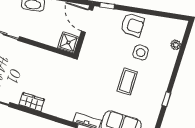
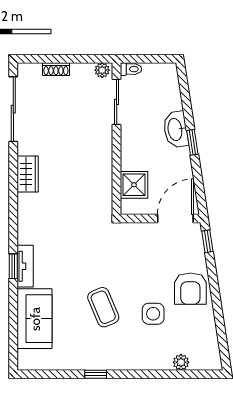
shower: (68, 43) -> (134, 185), moved
coffee table: (127, 82) -> (103, 307), turned 67

